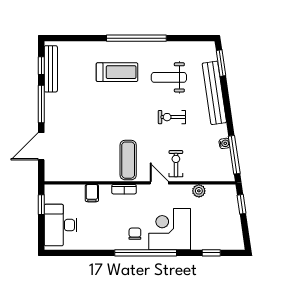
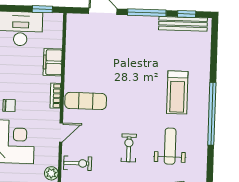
exercise bike: (176, 164) -> (78, 163), moved
filing cabinet: (92, 193) -> (53, 62), width x2.00

